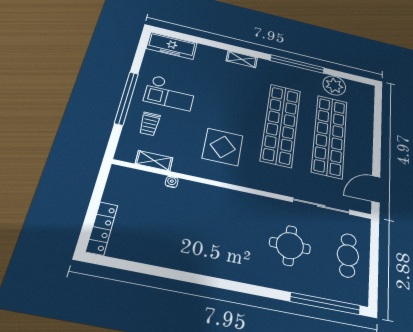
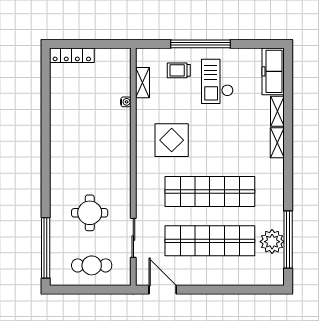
shelving: (211, 52) -> (277, 111), added
window: (297, 64) -> (288, 239), moved
sliding door: (321, 206) -> (133, 238), width x0.73

